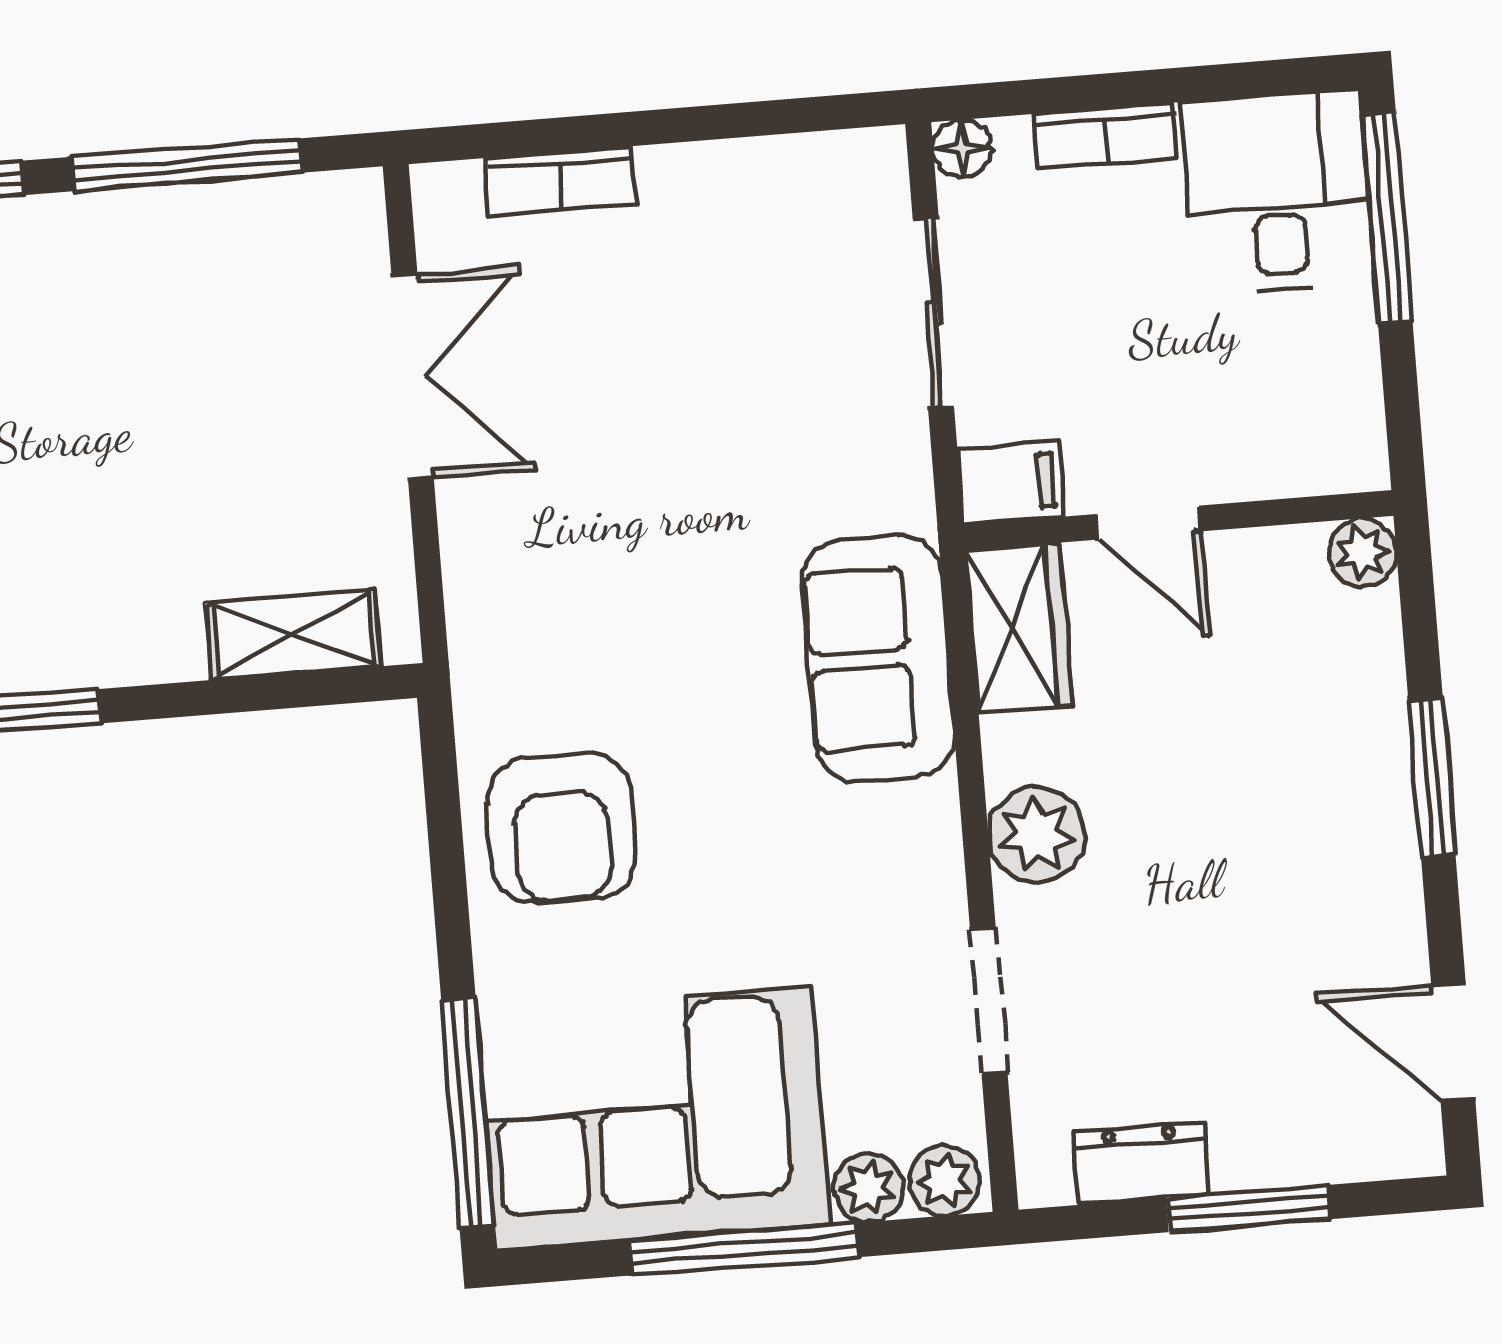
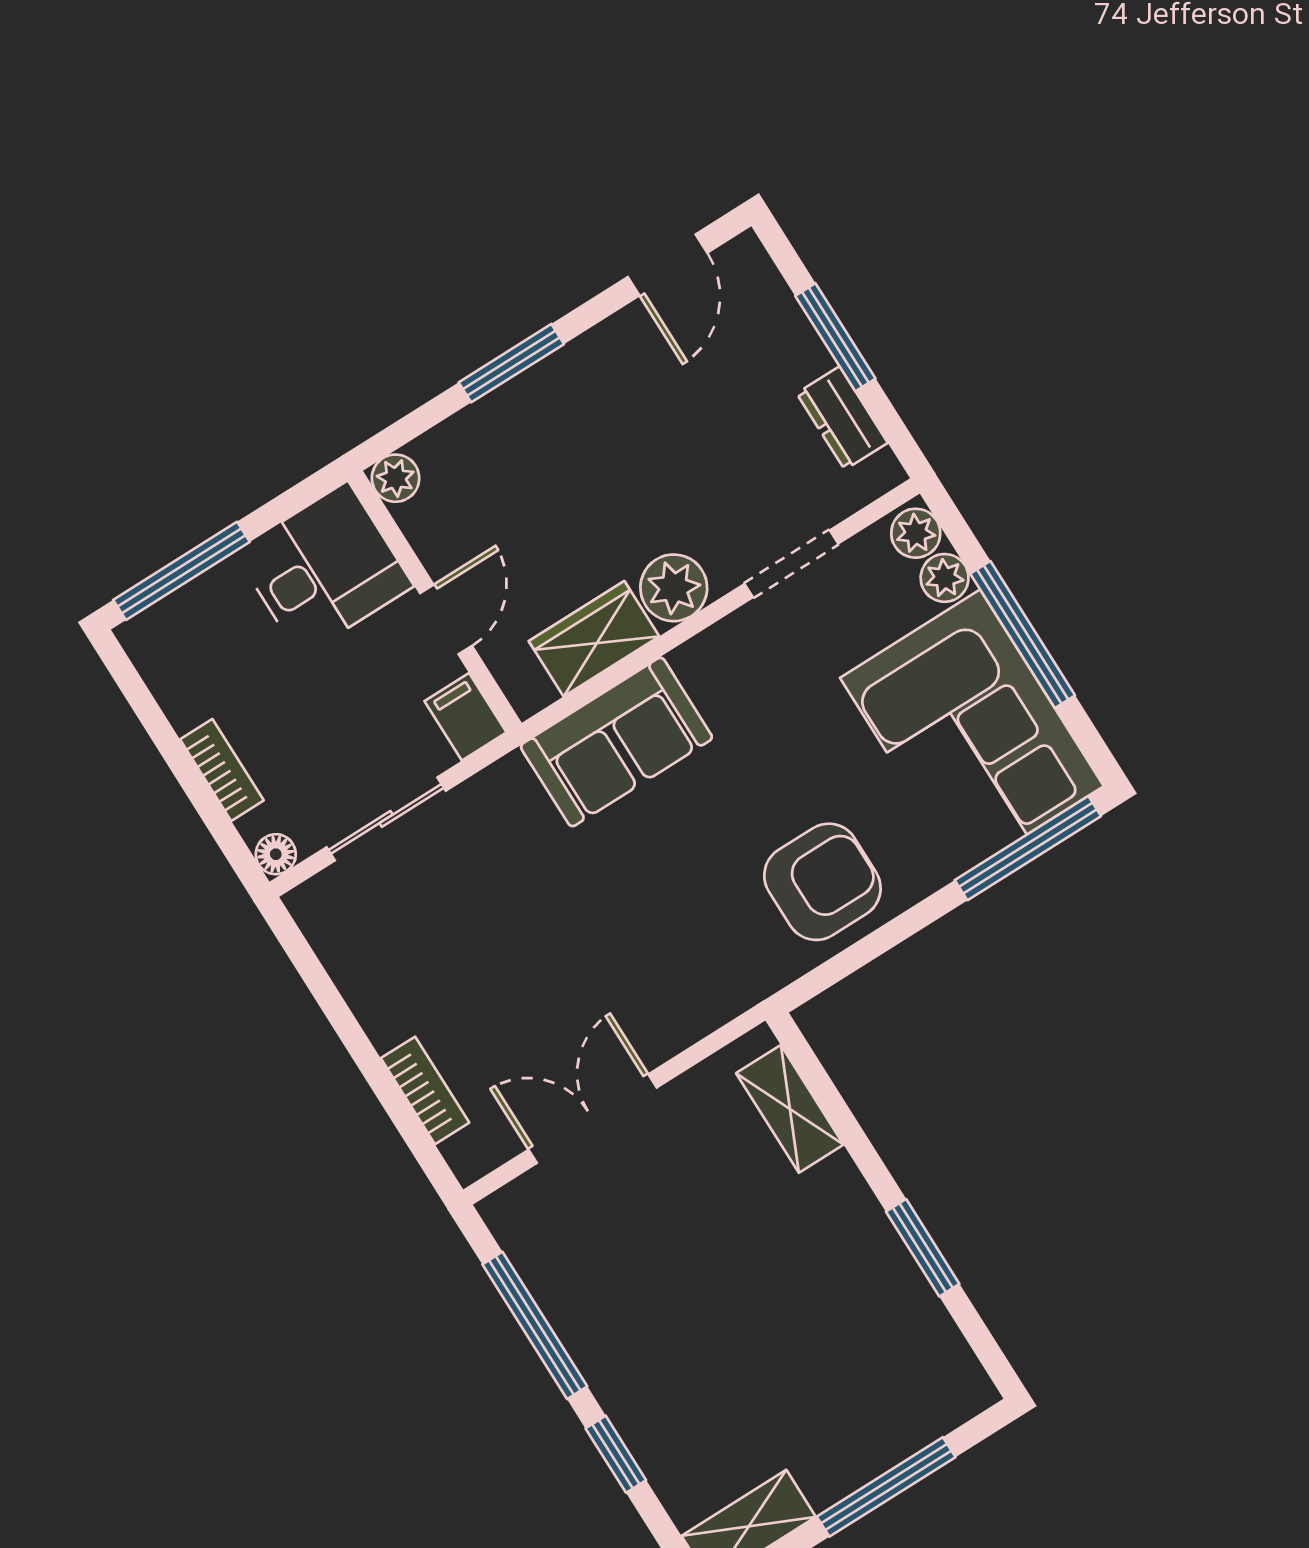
desk: (1277, 192) -> (324, 569), moved, turned 180
wardrobe: (1019, 628) -> (594, 639), moved

